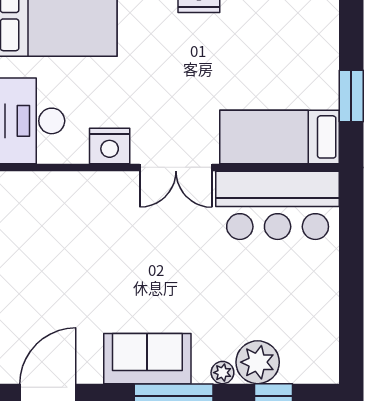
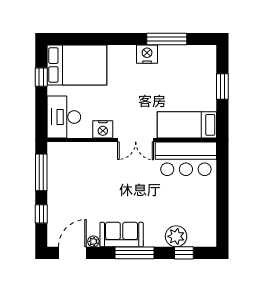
window: (351, 96) -> (222, 87), moved
plant: (222, 373) -> (93, 241), moved

